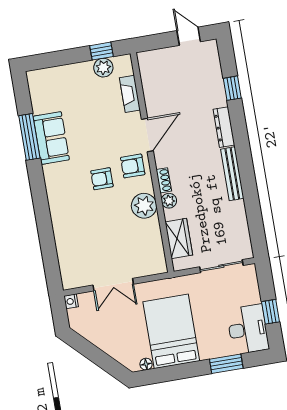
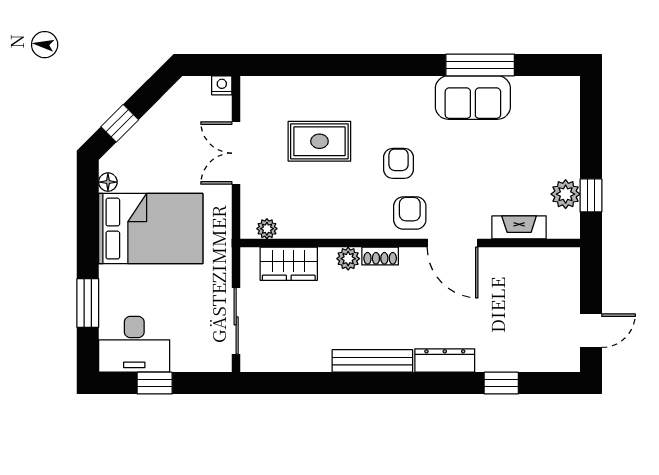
plant: (144, 206) -> (267, 229), moved, width x0.53, depth x0.53
rug: (96, 232) -> (319, 141), added
window: (107, 363) -> (120, 123), added

